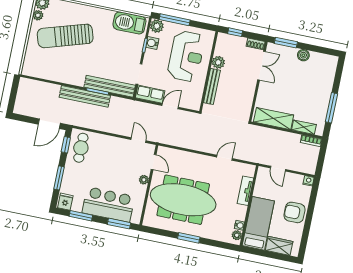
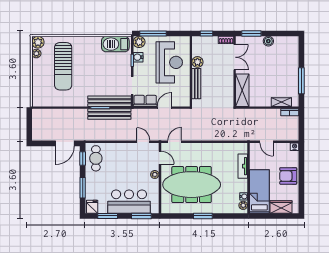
sun lounger: (65, 36) -> (63, 66), turned -73
bench: (85, 96) -> (109, 114), moved
shelving: (274, 119) -> (242, 90), moved, turned 90
door: (224, 158) -> (175, 142), moved

